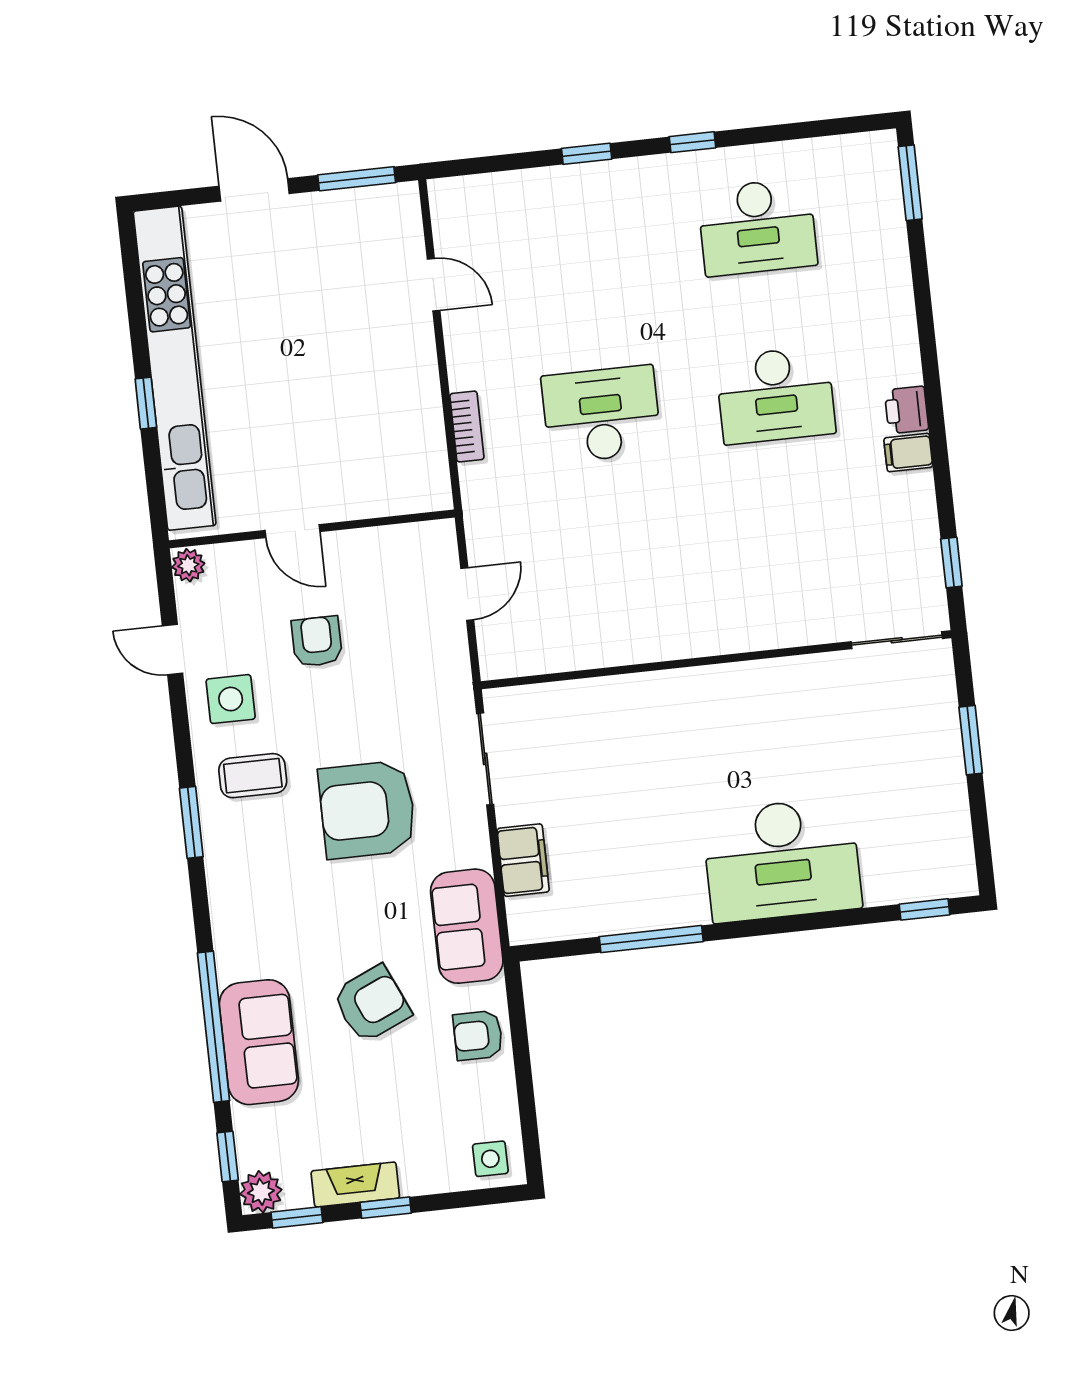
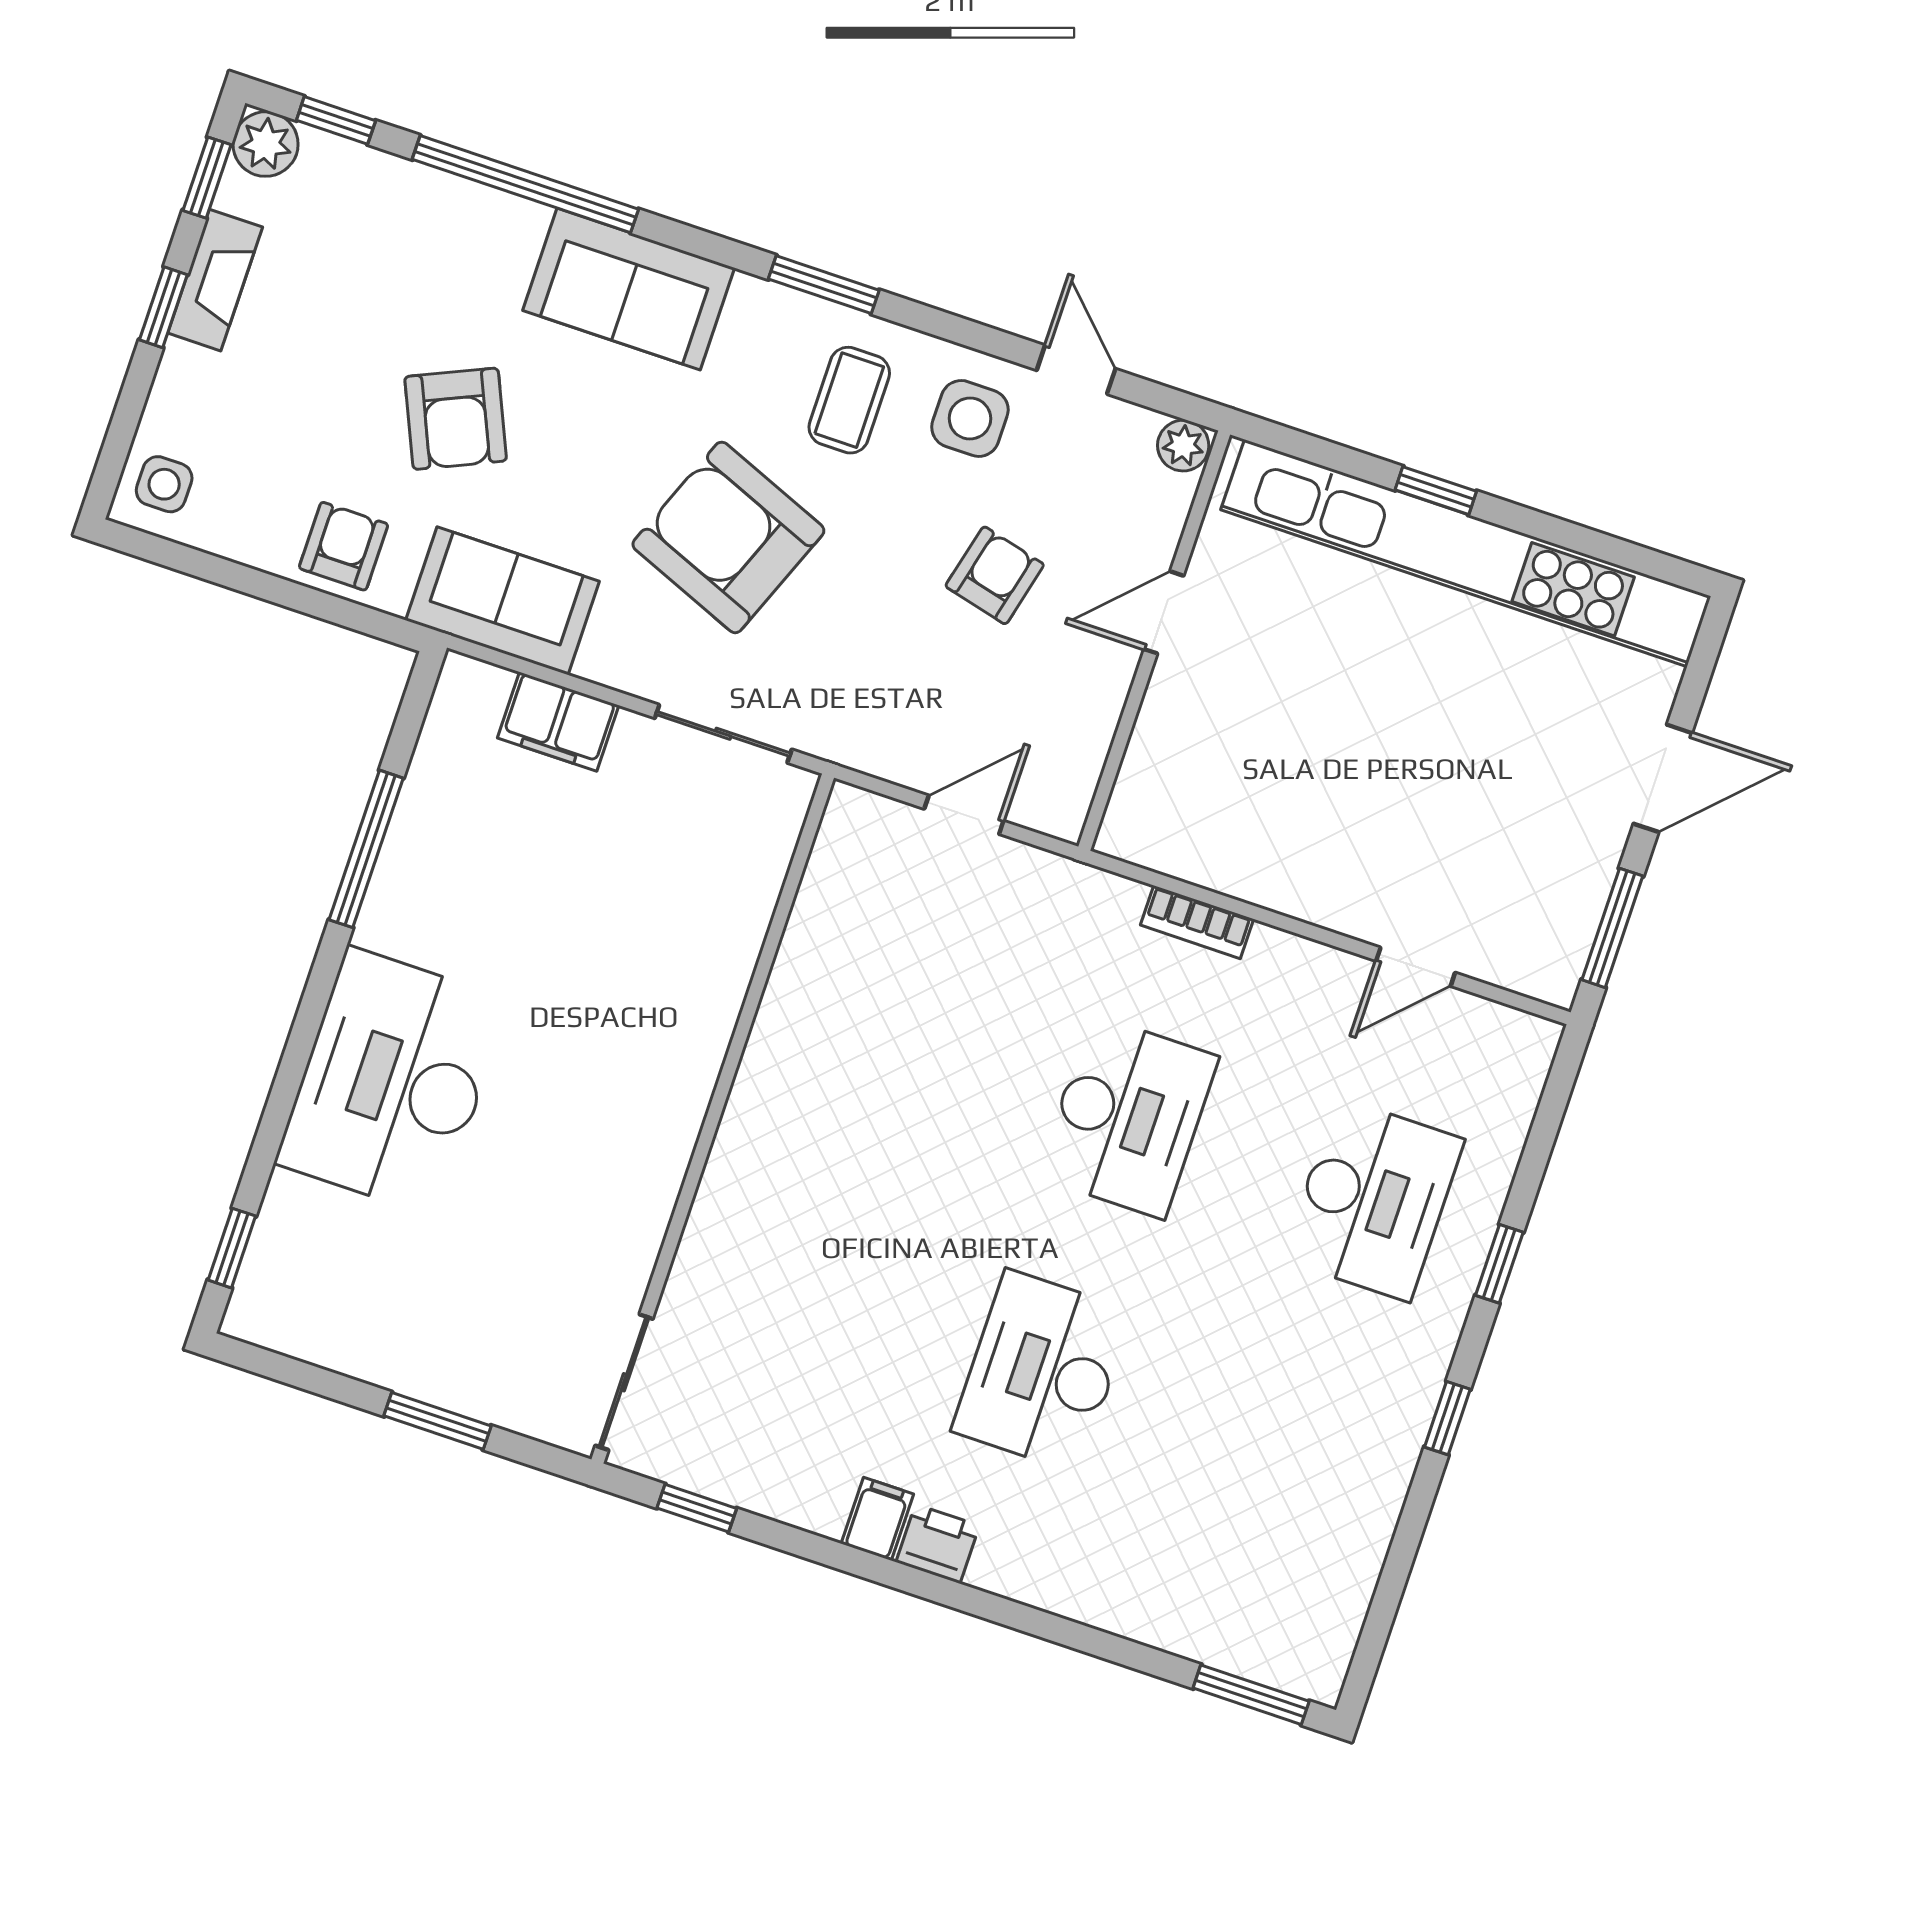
desk: (757, 227) -> (1373, 1199), moved, turned 180
door: (467, 594) -> (964, 815), swing flipped
armchair: (317, 641) -> (995, 575), turned -76
door: (173, 650) -> (1076, 370), hinge flipped
armchair: (367, 810) -> (728, 537), turned -68
sofa: (259, 1042) -> (629, 289), moved

